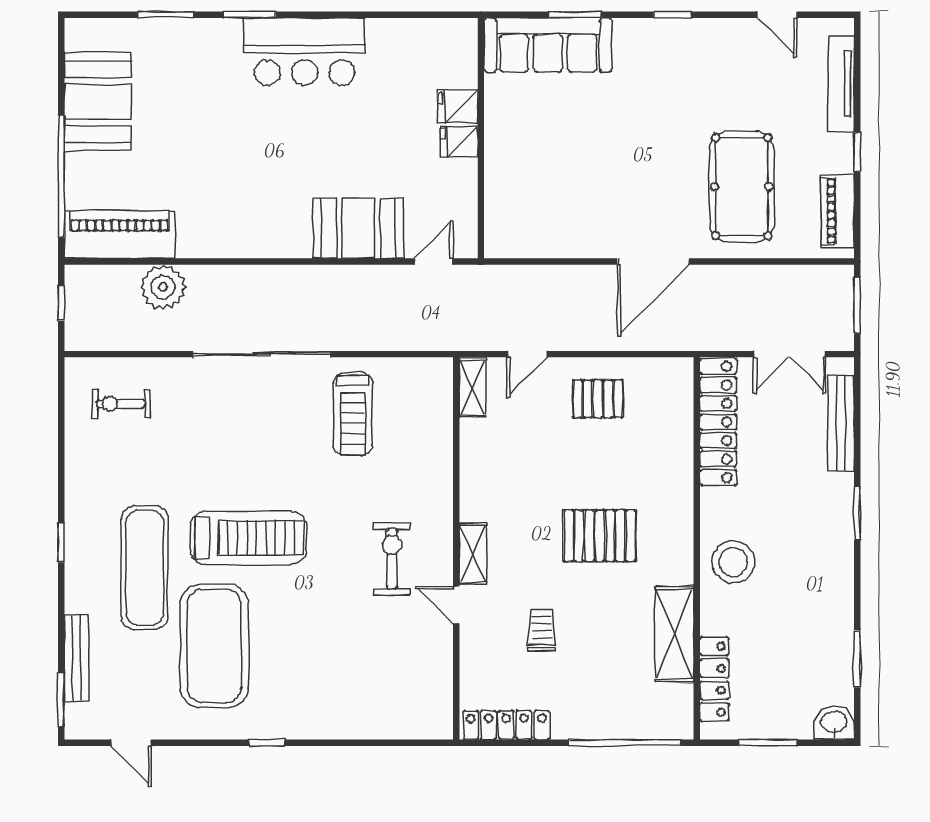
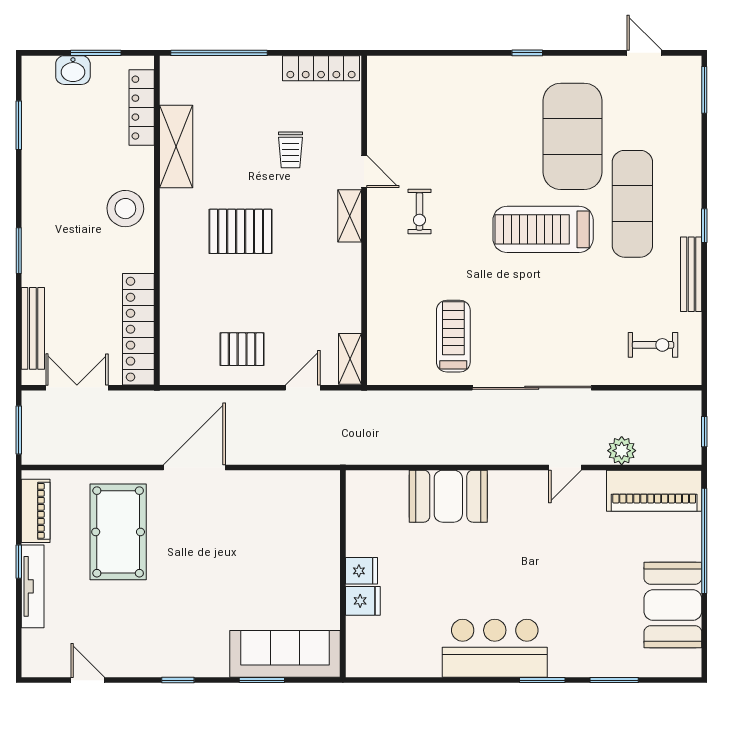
tv unit: (841, 84) -> (33, 586), moved
door: (434, 262) -> (565, 467), moved
plant: (163, 287) -> (622, 451), width x0.73, depth x0.73
exercise bike: (392, 559) -> (419, 211), width x0.73, depth x0.72
bench: (77, 658) -> (691, 274), moved
washbasin: (834, 723) -> (73, 70), moved

